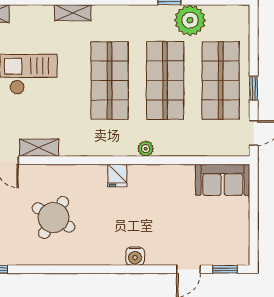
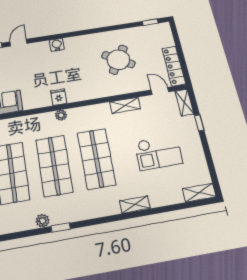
plant: (190, 20) -> (43, 221), width x0.53, depth x0.53
shelving: (39, 148) -> (125, 105), moved
fridge: (117, 176) -> (59, 97), moved

